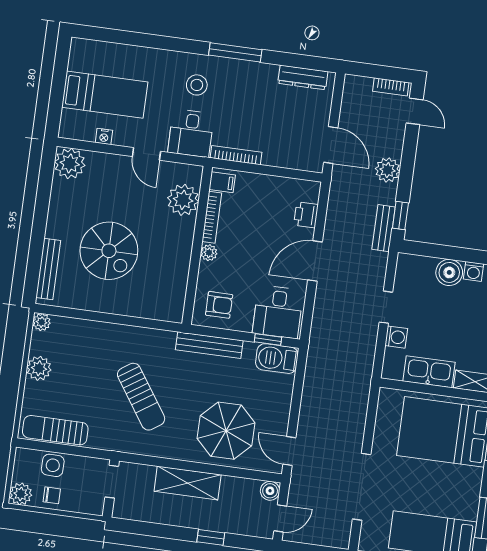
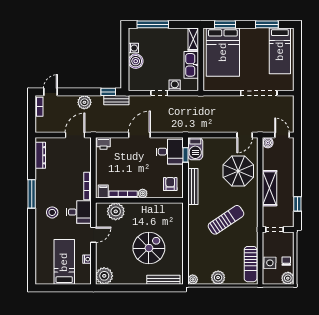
printer: (306, 215) -> (104, 143), moved
door: (315, 261) -> (139, 135), swing flipped
window: (211, 537) -> (297, 204), moved

